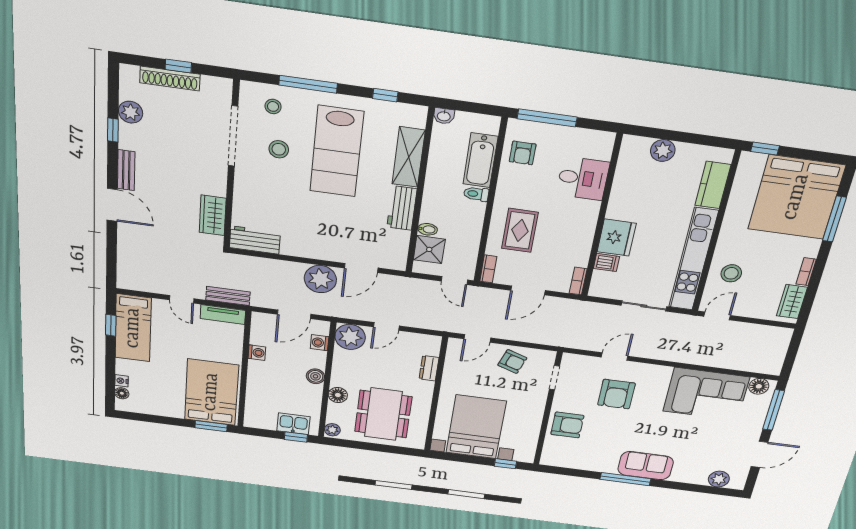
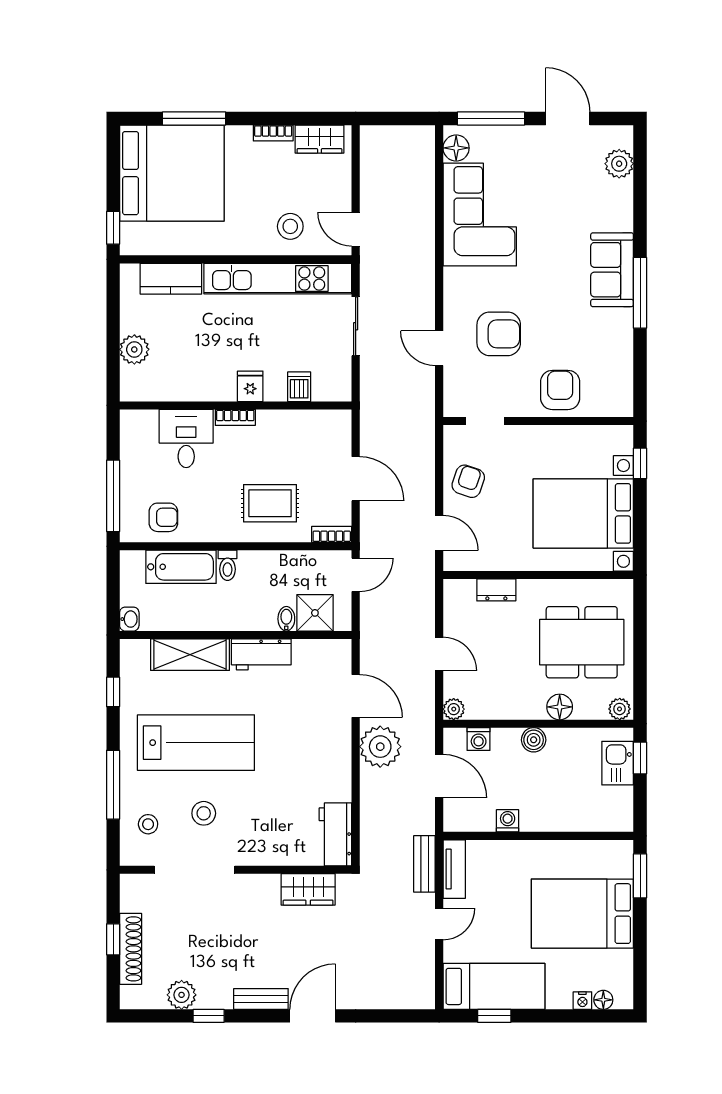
fridge: (617, 238) -> (250, 386), width x0.53, depth x0.75
bookcase: (578, 281) -> (235, 417), moved
plant: (350, 337) -> (454, 709), width x0.53, depth x0.53
bed: (211, 392) -> (582, 914), moved

